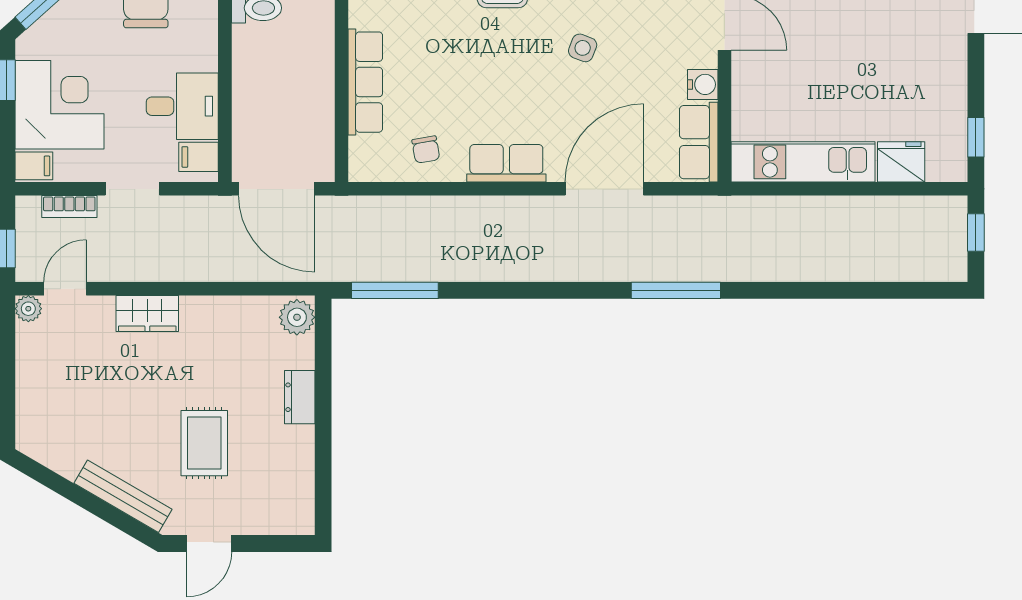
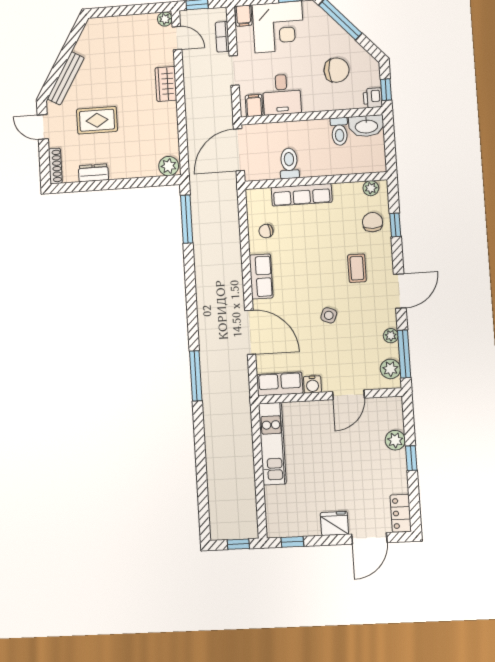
toilet: (307, 101) -> (289, 163), added
fridge: (901, 162) -> (334, 523), moved, turned -90
dresser: (300, 397) -> (93, 173), moved
shoe rack: (282, 524) -> (55, 166), added

